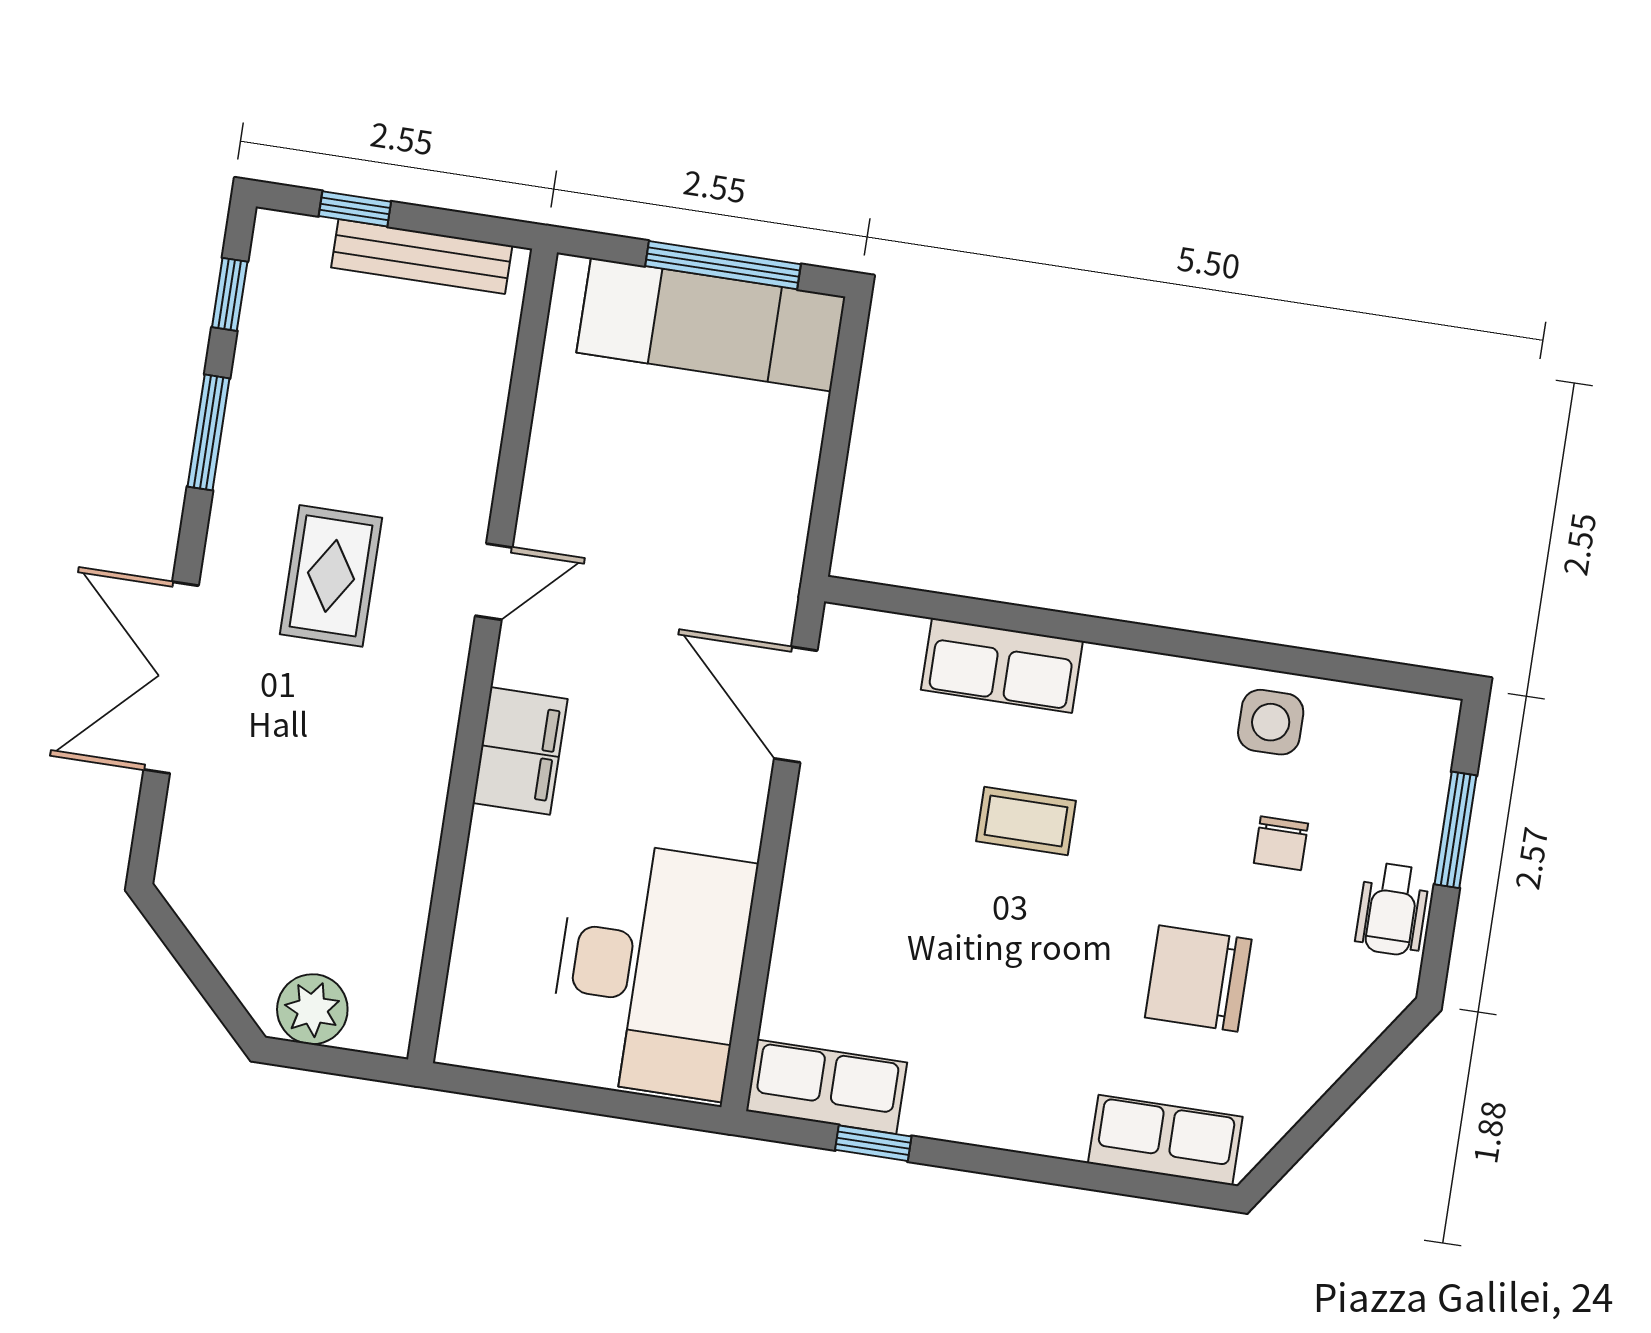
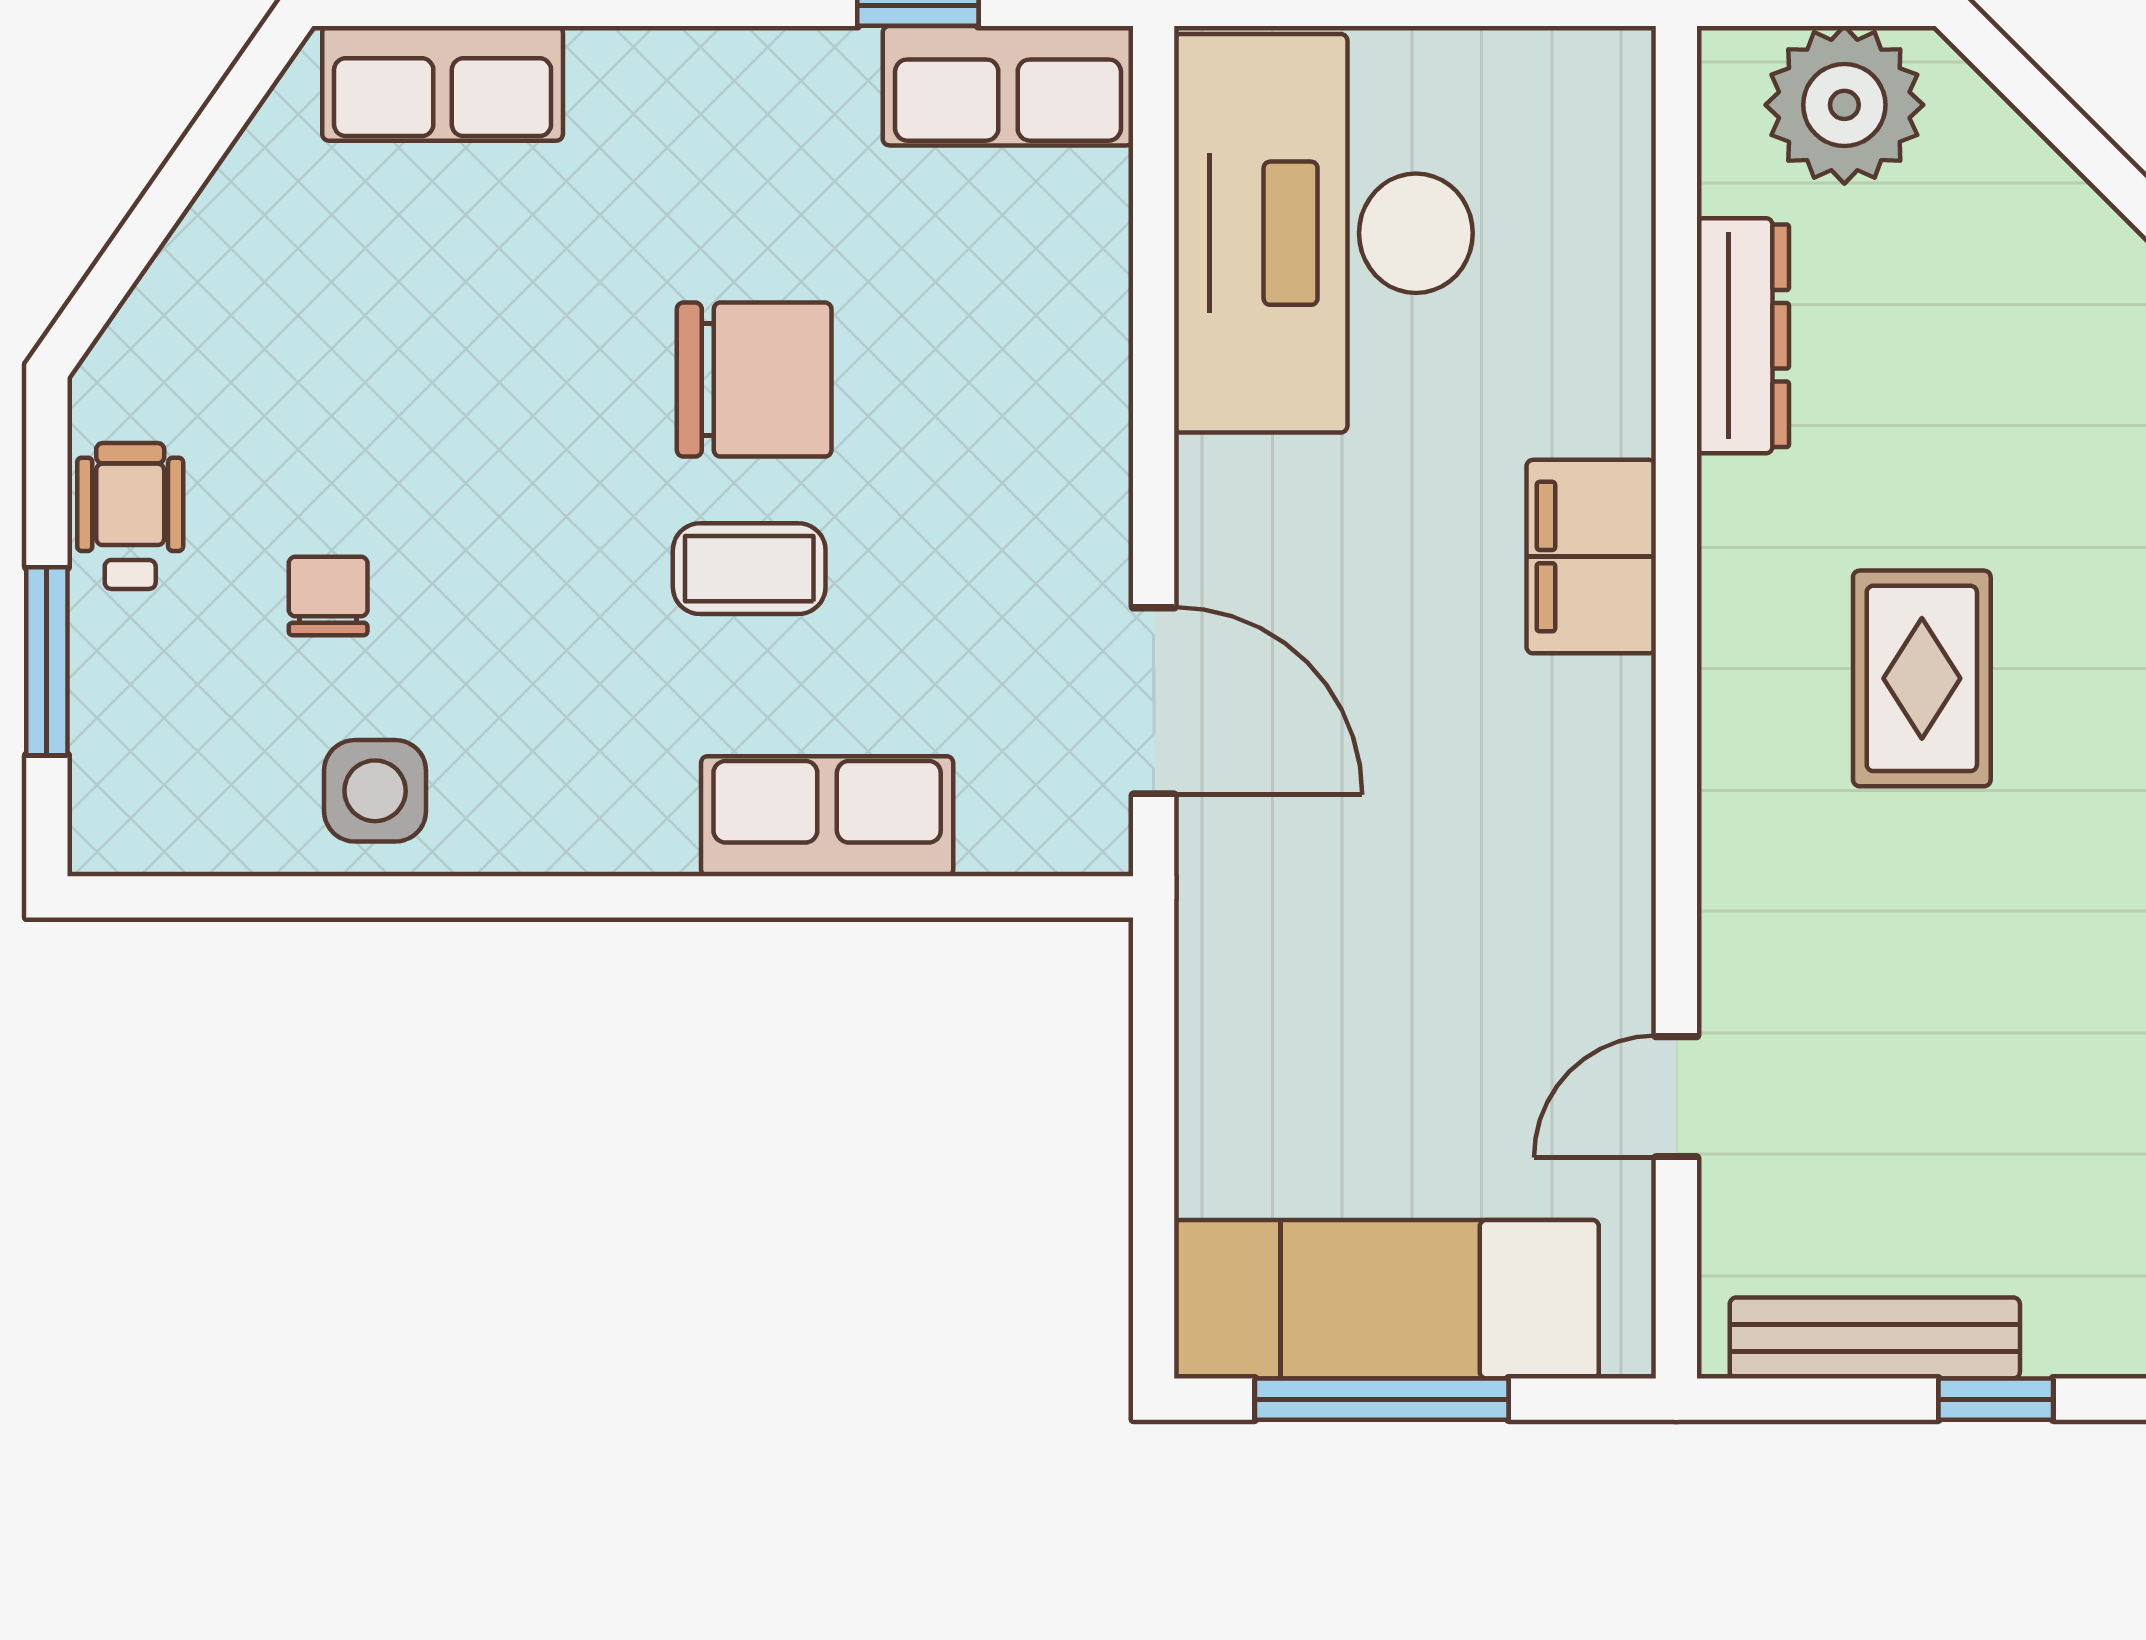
rug: (331, 576) -> (1922, 678), moved
door: (494, 582) -> (1676, 1097), moved
dresser: (409, 869) -> (1743, 336), added
chair: (1198, 978) -> (754, 380), moved
plant: (312, 1009) -> (1844, 105), width x1.36, depth x1.36

